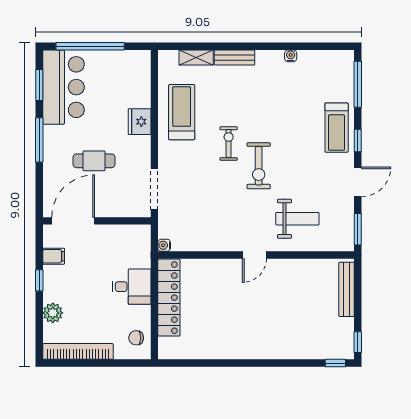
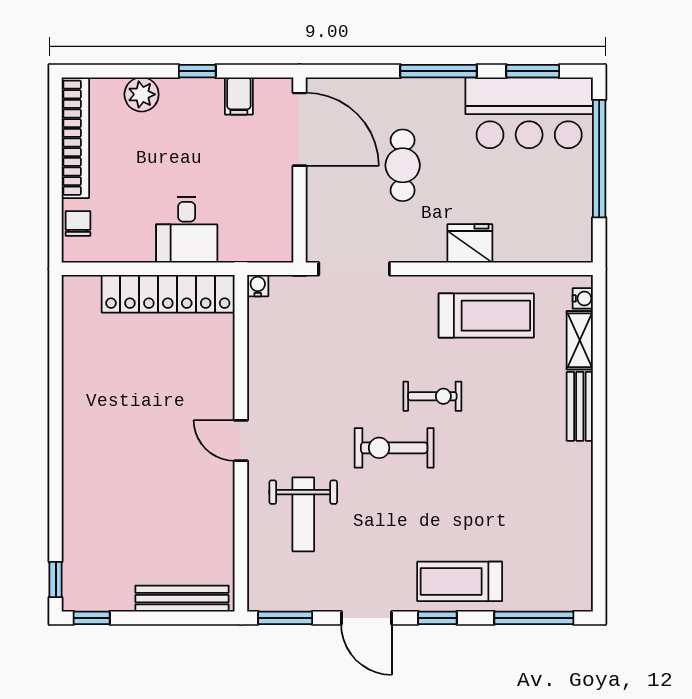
water cooler: (291, 56) -> (583, 298), moved
chair: (136, 338) -> (78, 223), moved

